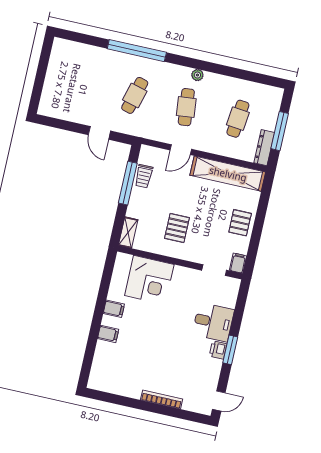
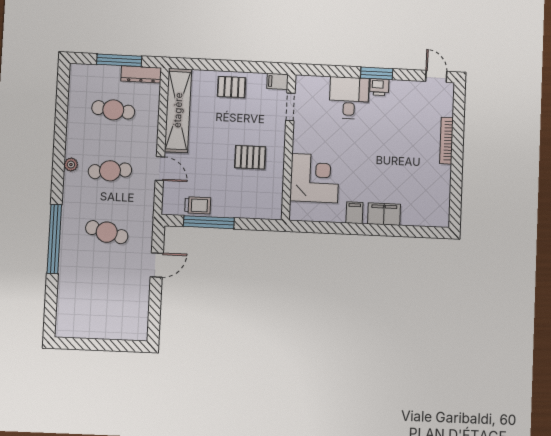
shelving: (128, 232) -> (265, 212), removed
filing cabinet: (108, 334) -> (384, 214), width x2.00

